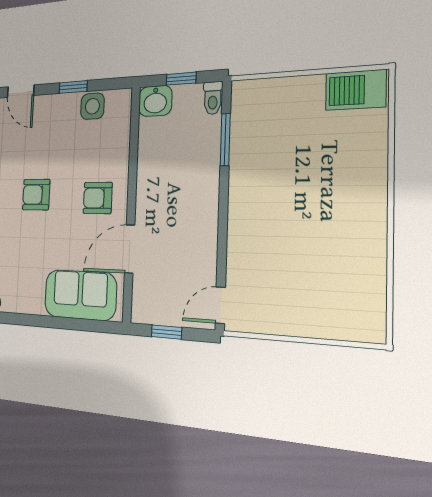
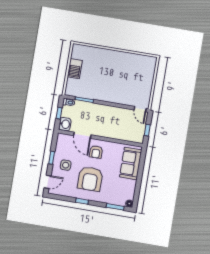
barbecue: (356, 90) -> (75, 69), moved
side table: (92, 106) -> (66, 165), moved
armchair: (36, 195) -> (90, 179), width x1.88, depth x1.88
door: (130, 249) -> (82, 135), moved

